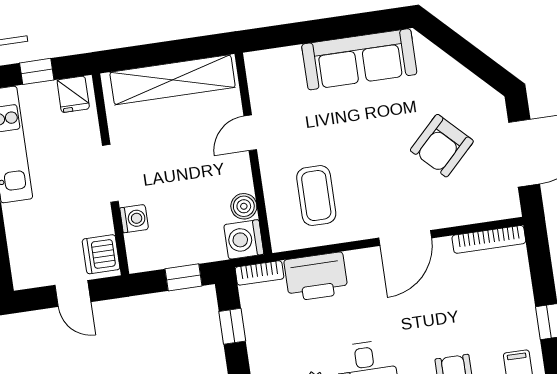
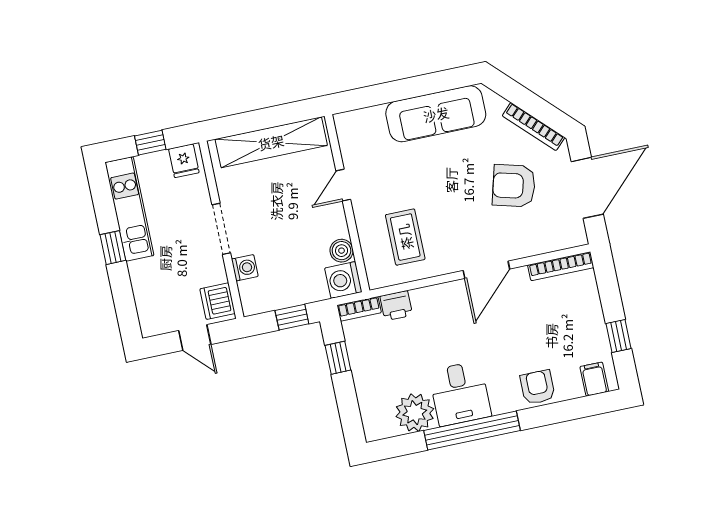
bookcase: (468, 81) -> (534, 127), added
armchair: (442, 146) -> (514, 186), turned 60
printer: (316, 277) -> (396, 306), width x0.53, depth x0.68

